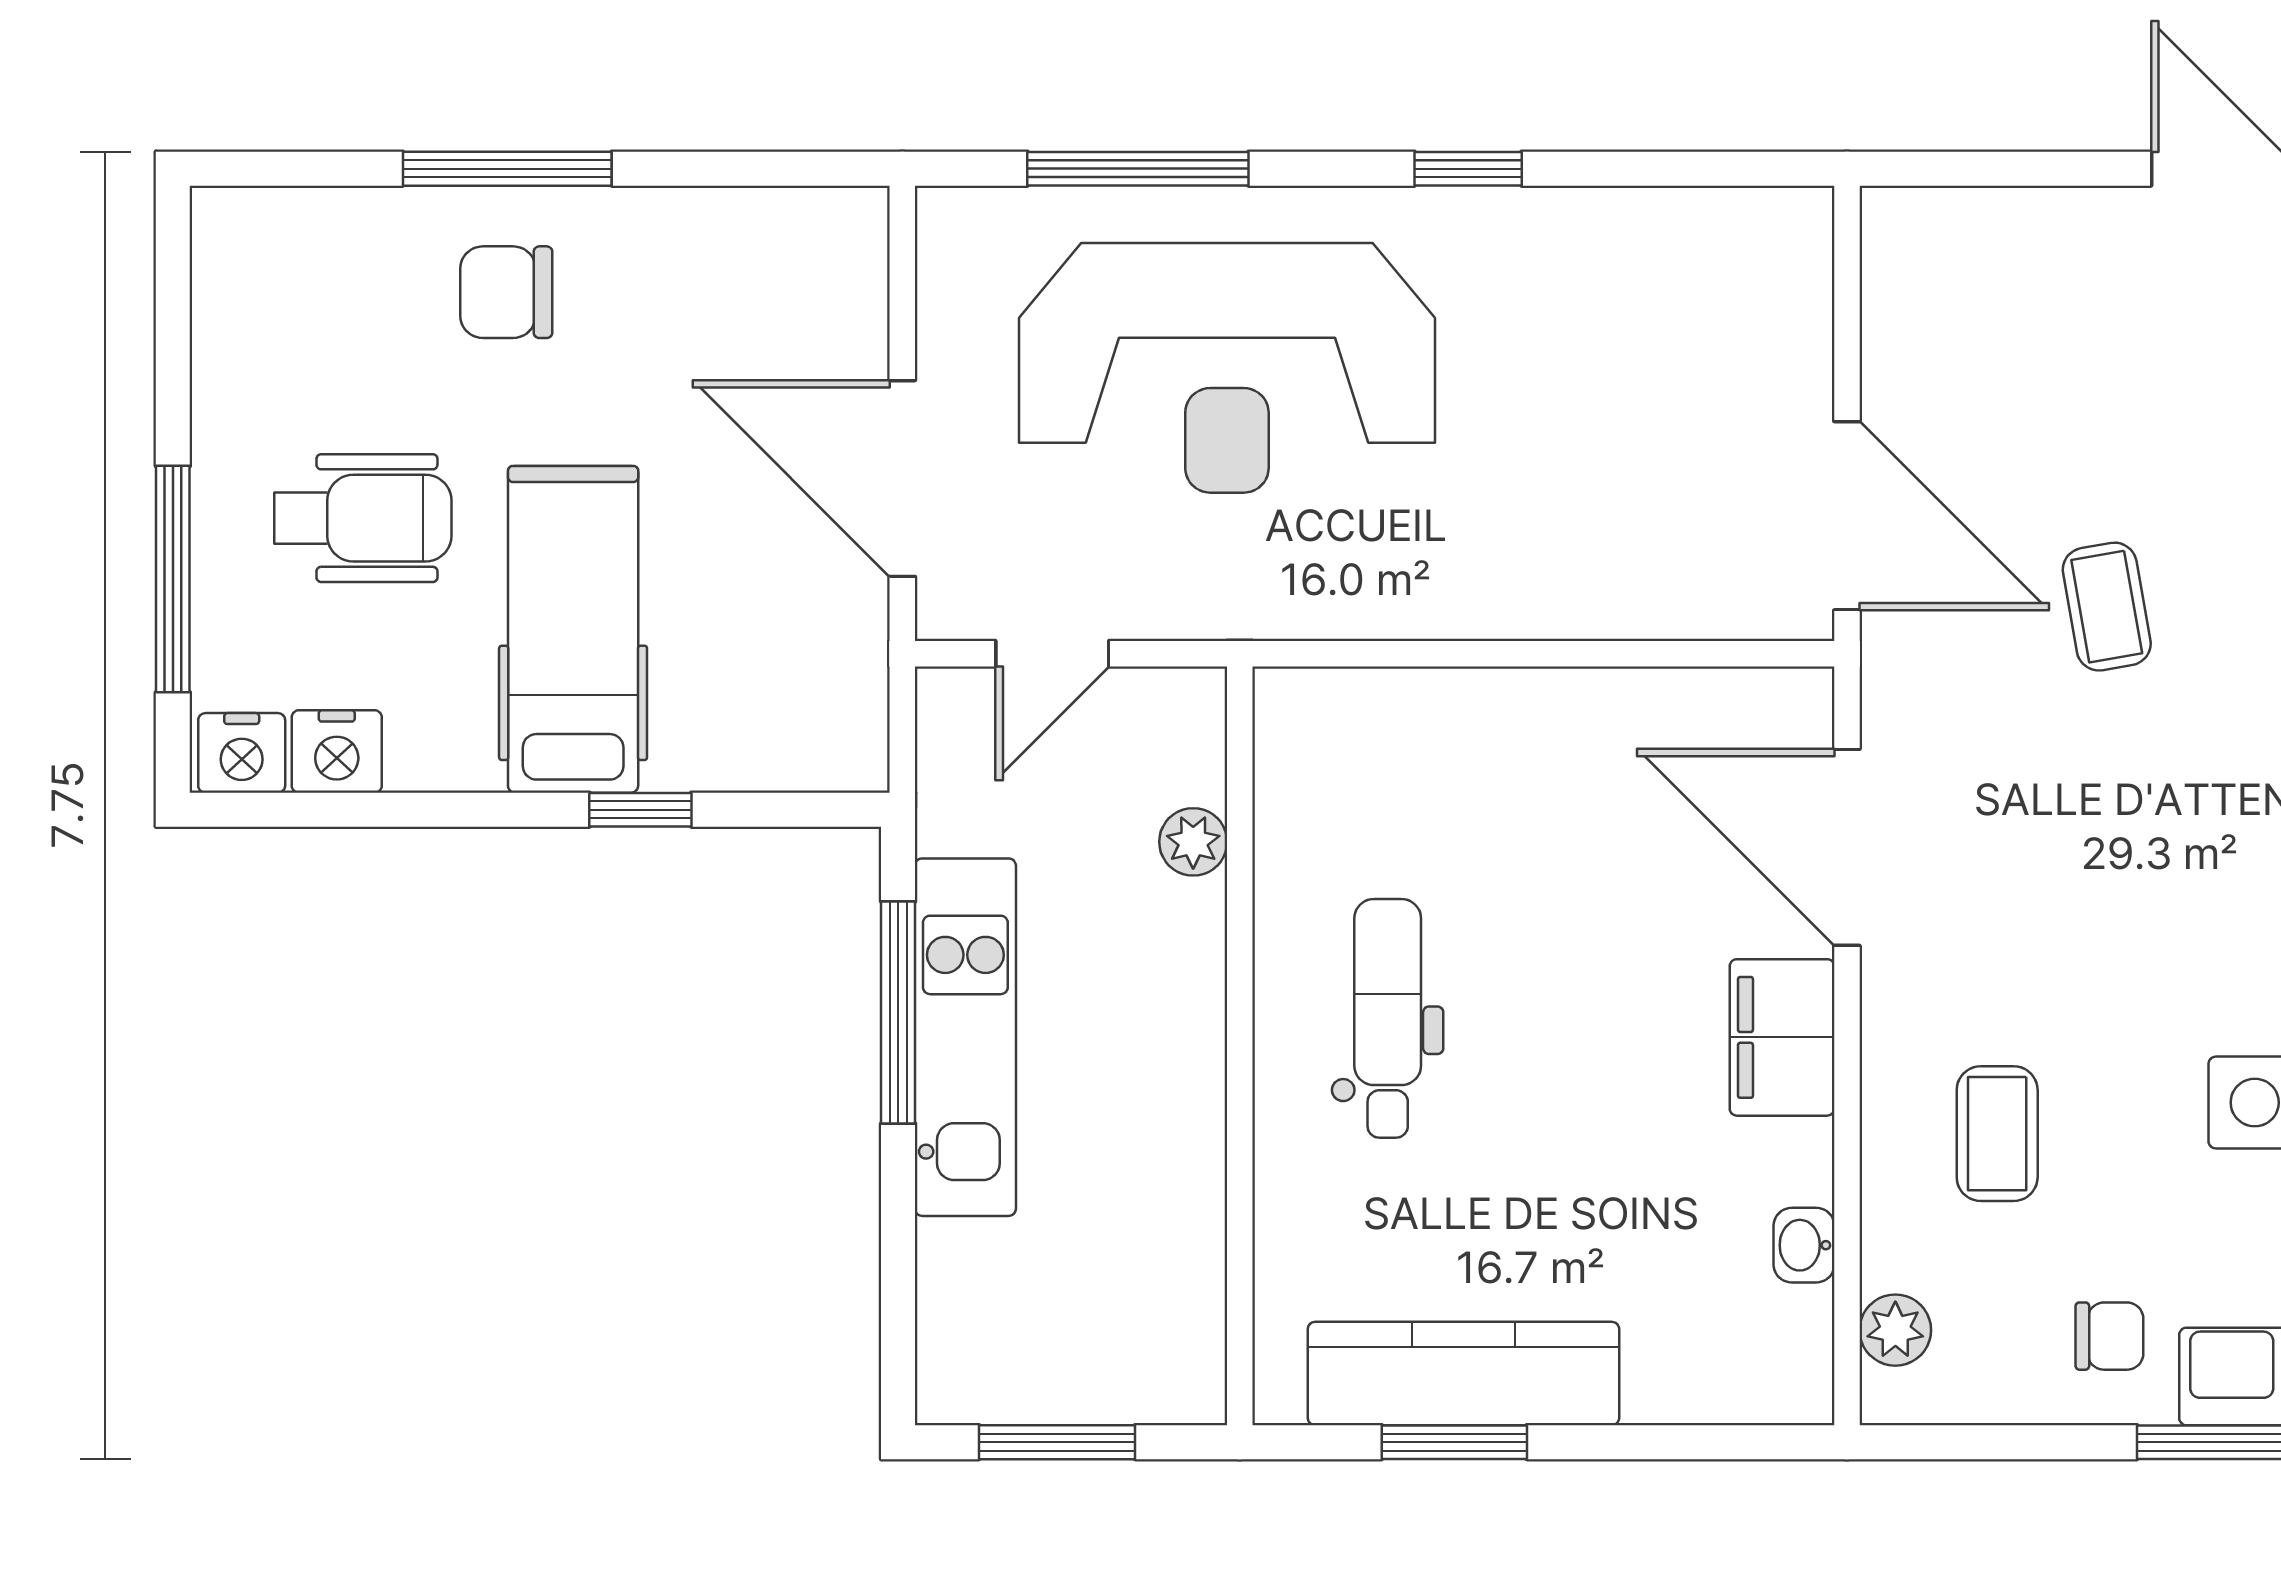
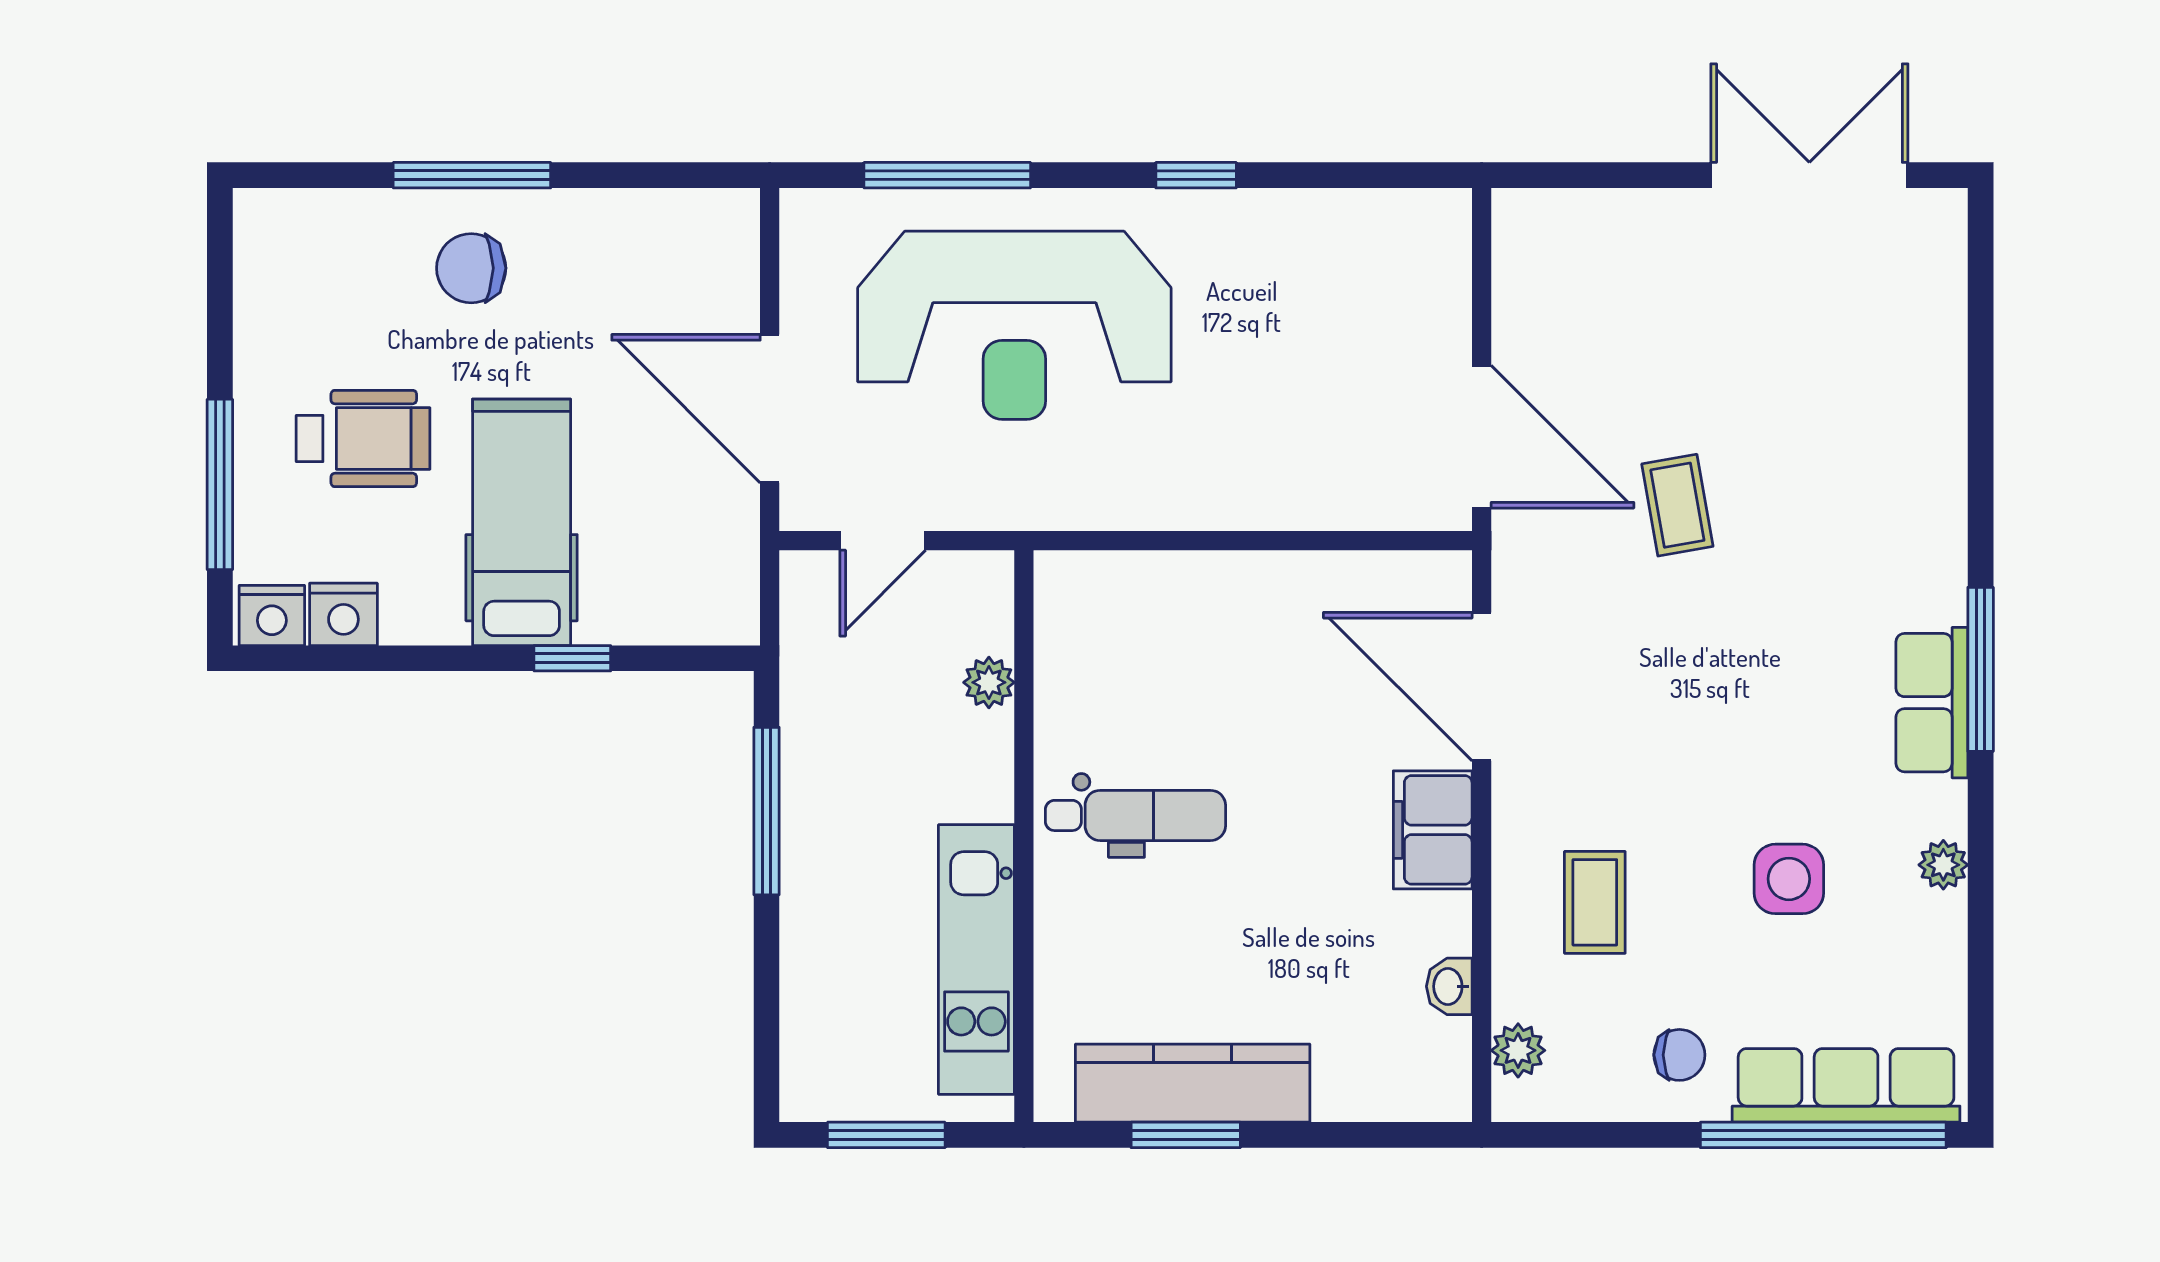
dental chair: (1388, 1018) -> (1135, 815), turned 90
kitchen unit: (965, 1037) -> (976, 959), moved, turned 180

